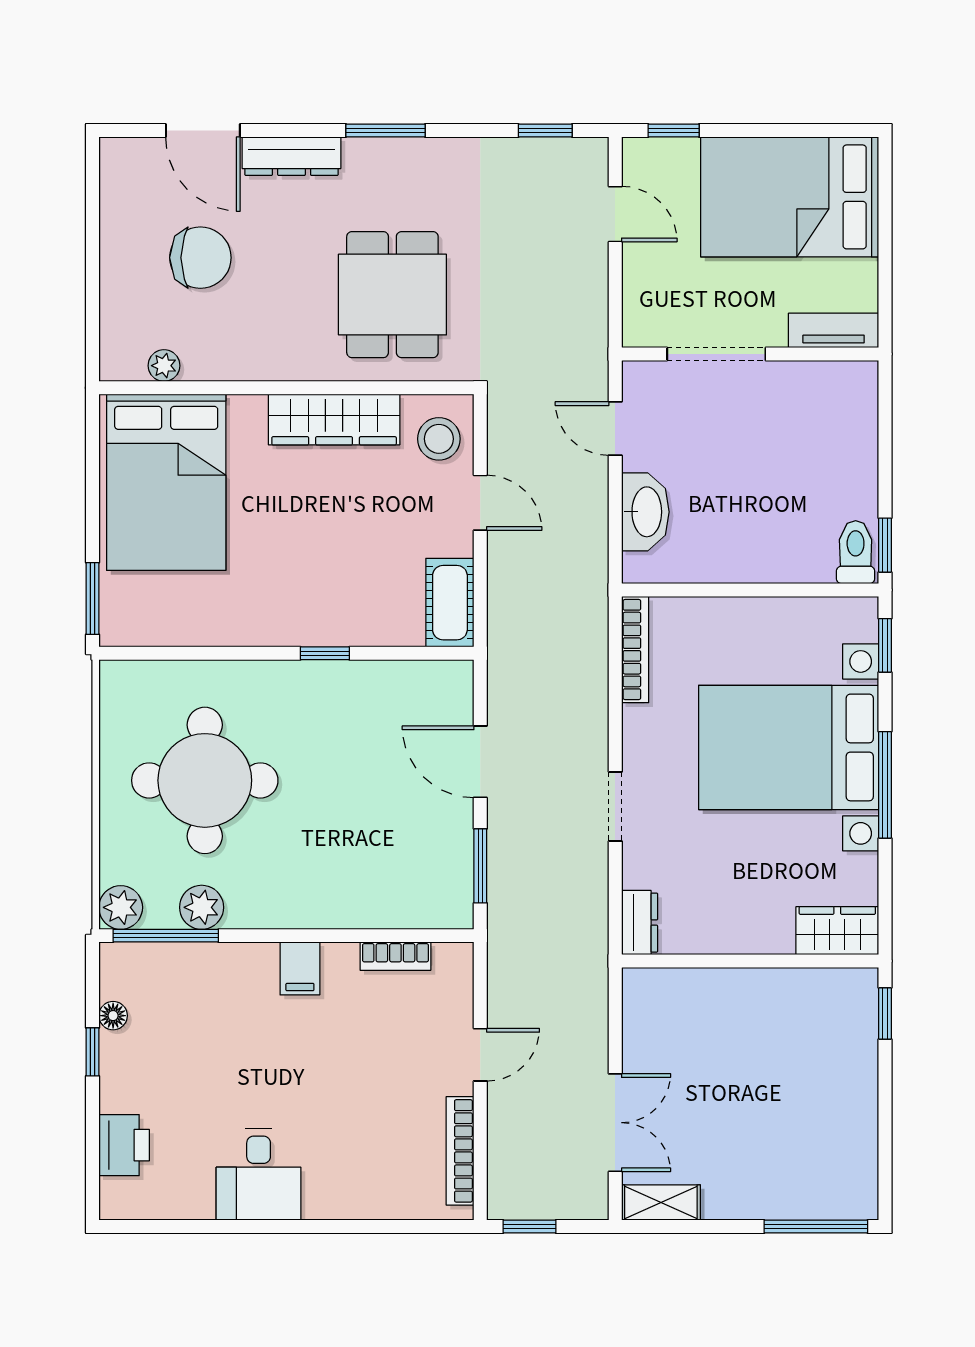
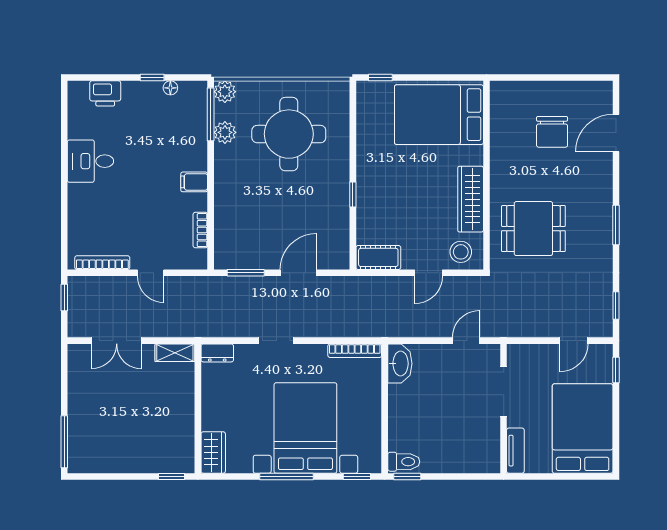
dresser: (291, 156) -> (603, 178), removed
plant: (164, 366) -> (498, 114), removed
washbasin: (645, 512) -> (400, 364), moved, turned -90
window: (93, 598) -> (380, 78), width x0.67
shelving: (661, 1202) -> (175, 353), moved, turned 90

